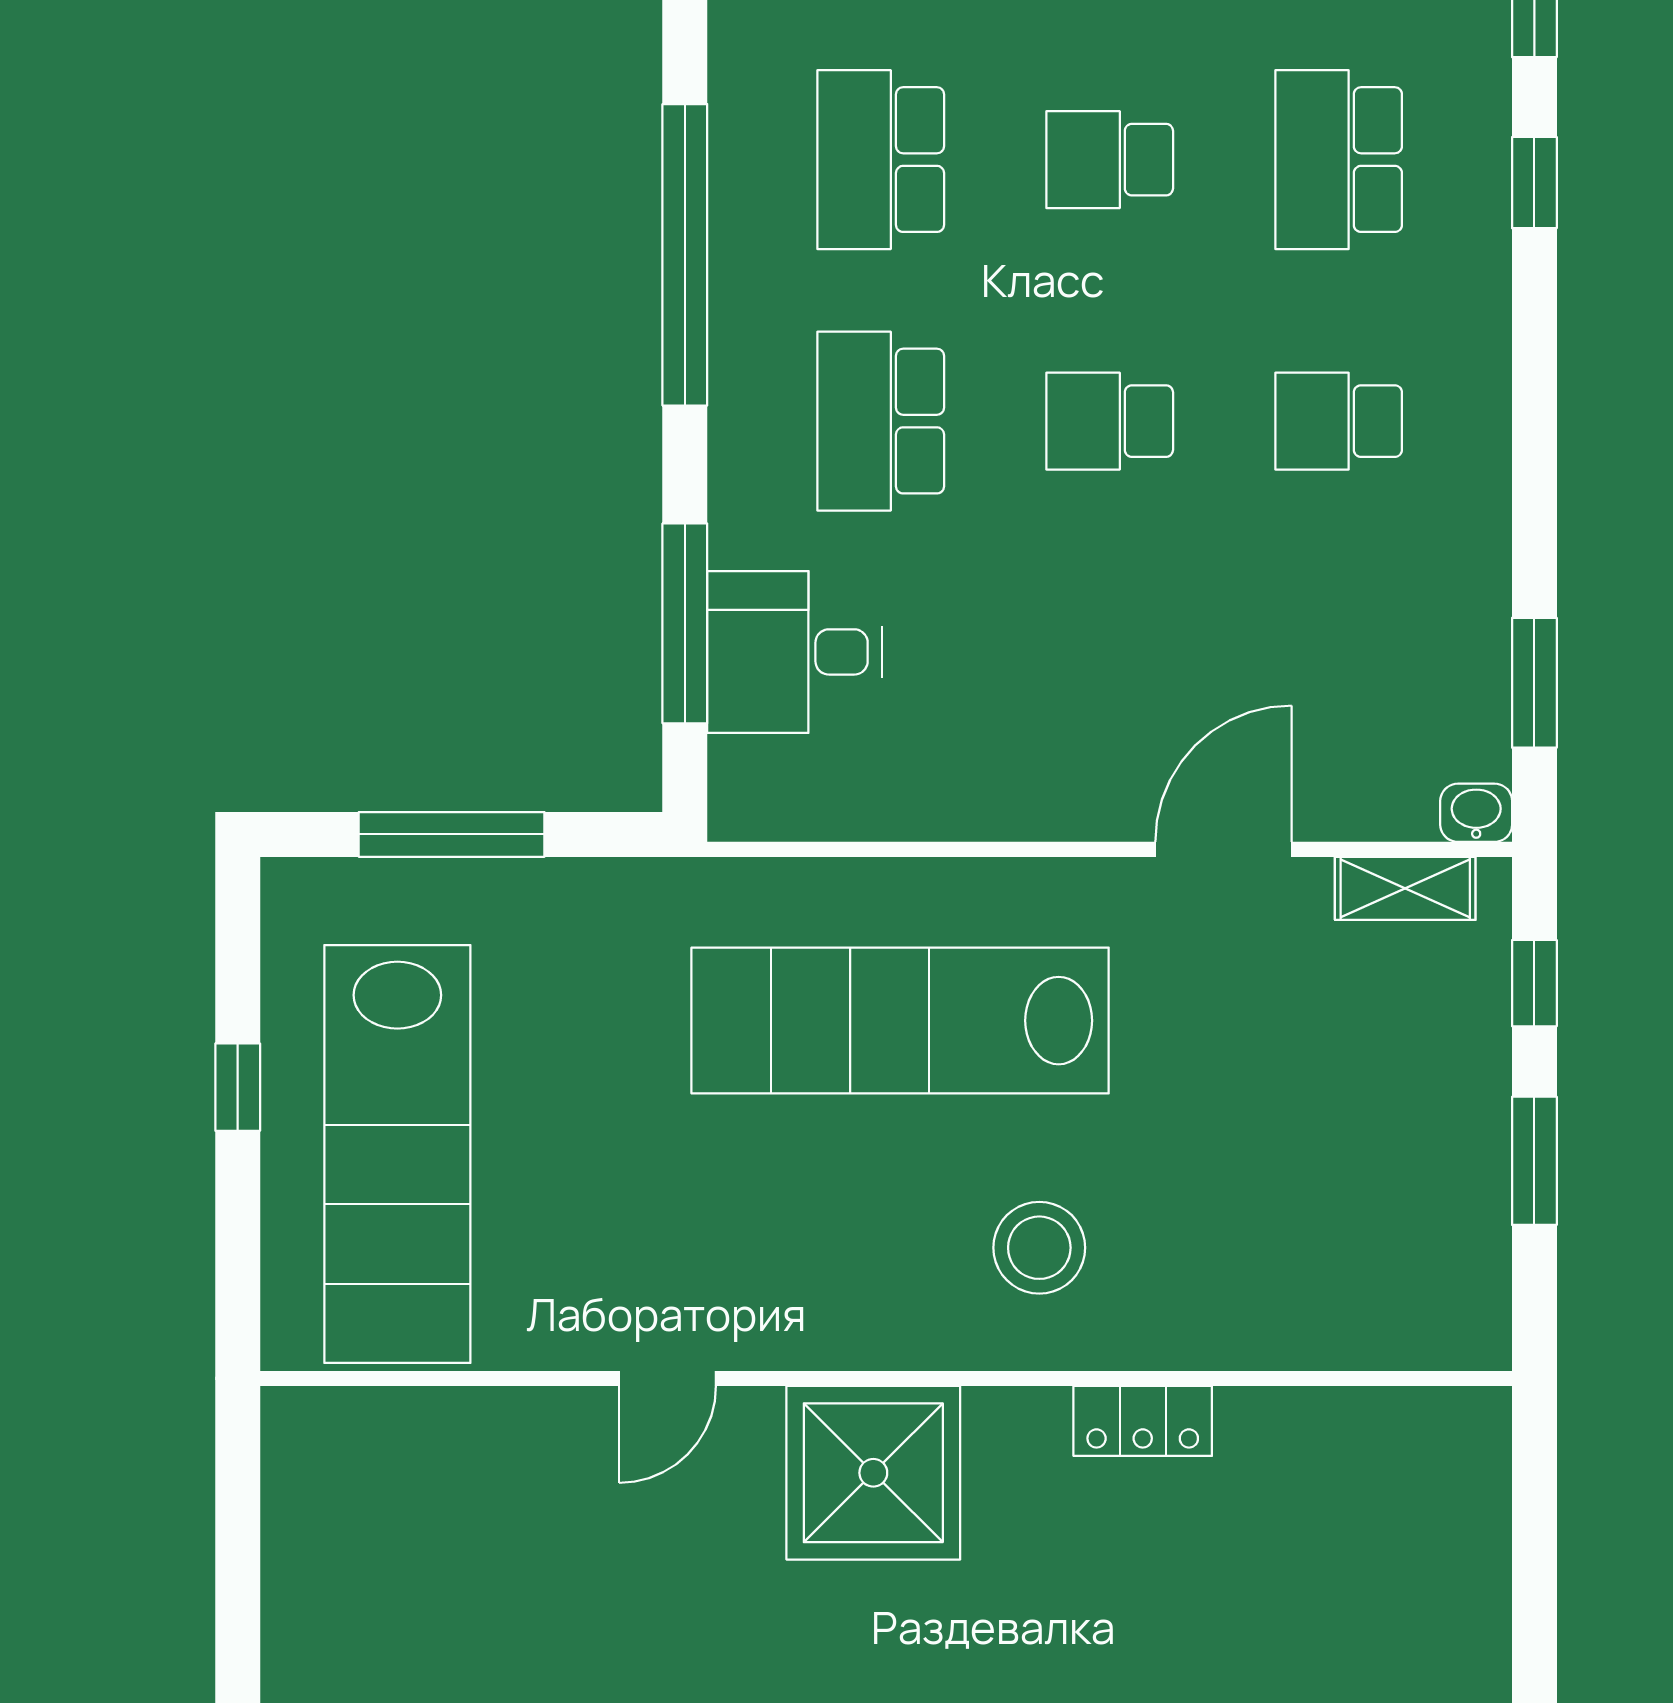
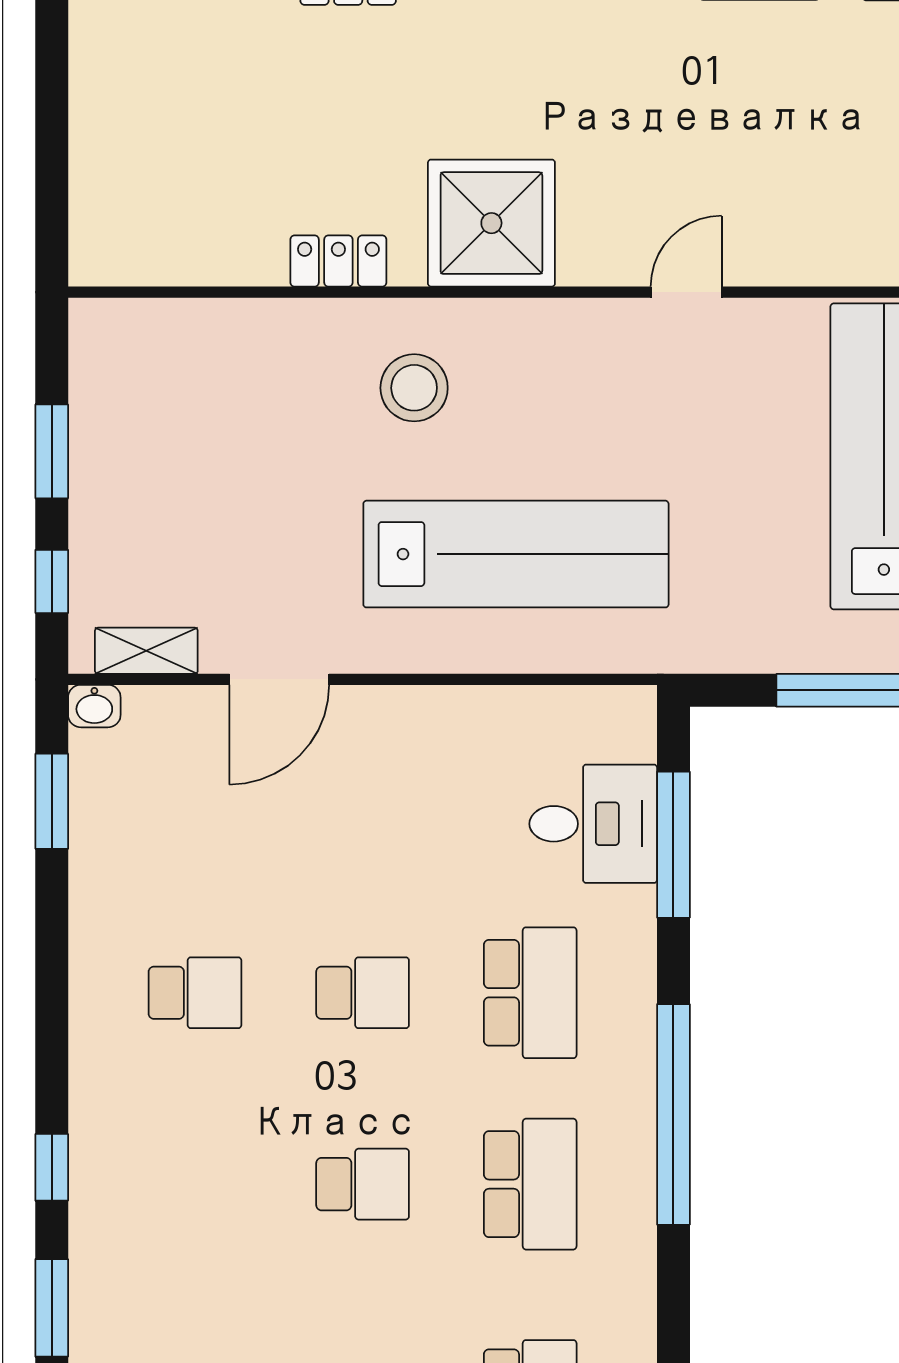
school desk: (1339, 160) -> (195, 1184), removed
shower: (873, 1473) -> (491, 223), moved

